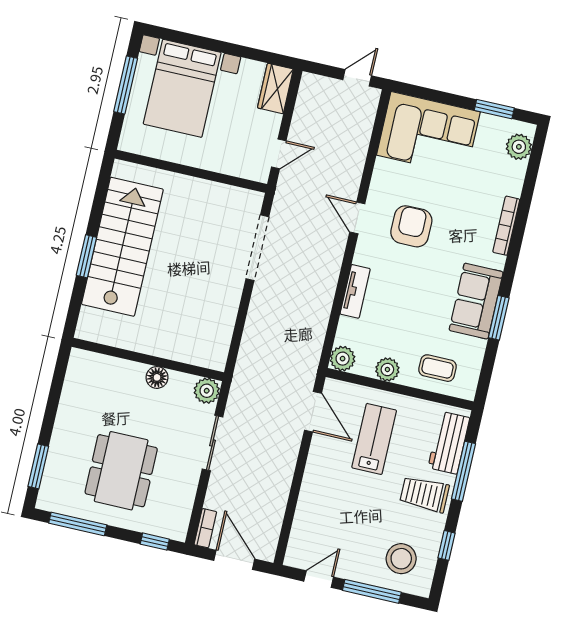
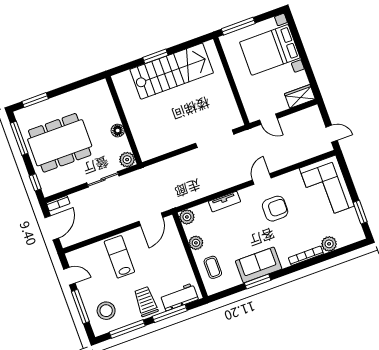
window: (126, 85) -> (238, 26), moved
plant: (519, 147) -> (329, 244), moved
lab bench: (374, 439) -> (119, 257), moved, turned -90
dining table: (121, 471) -> (60, 143), width x1.36, depth x1.24
window: (447, 545) -> (127, 329), width x2.17

